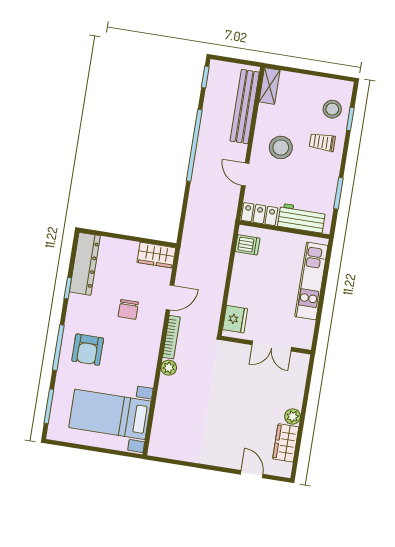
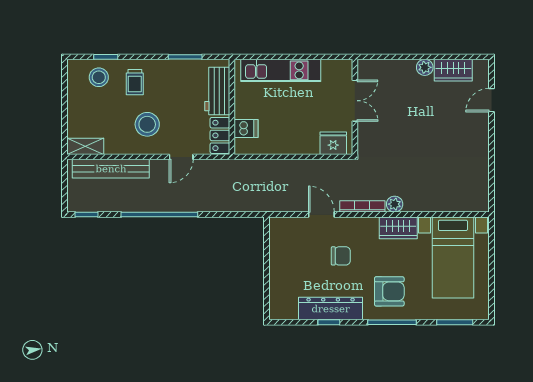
dishwasher: (247, 245) -> (246, 128), moved, turned 90
wardrobe: (156, 255) -> (398, 228), moved, turned 90
dresser: (85, 264) -> (331, 309), moved

